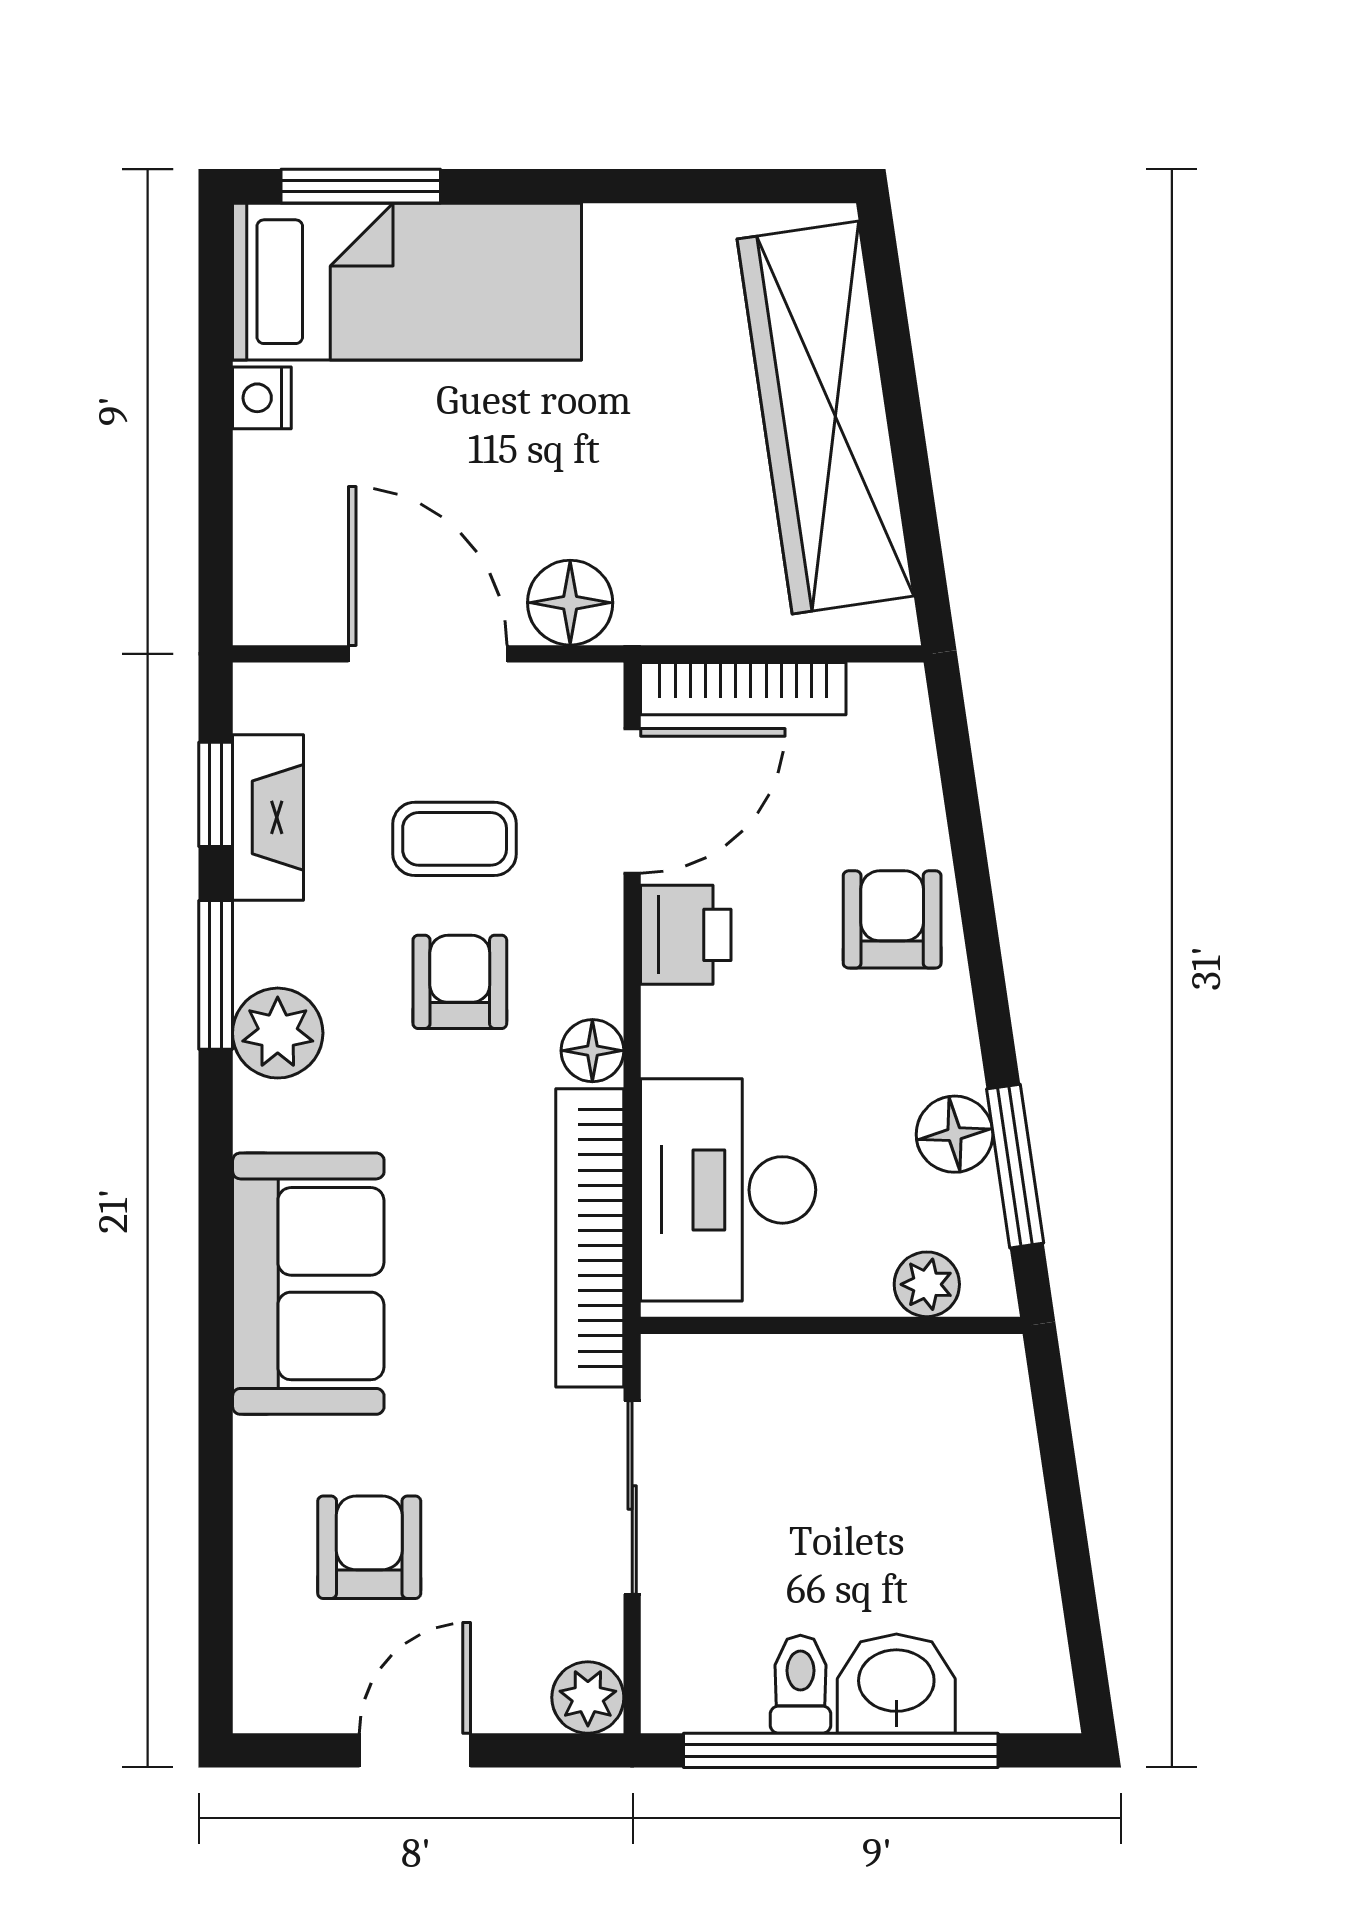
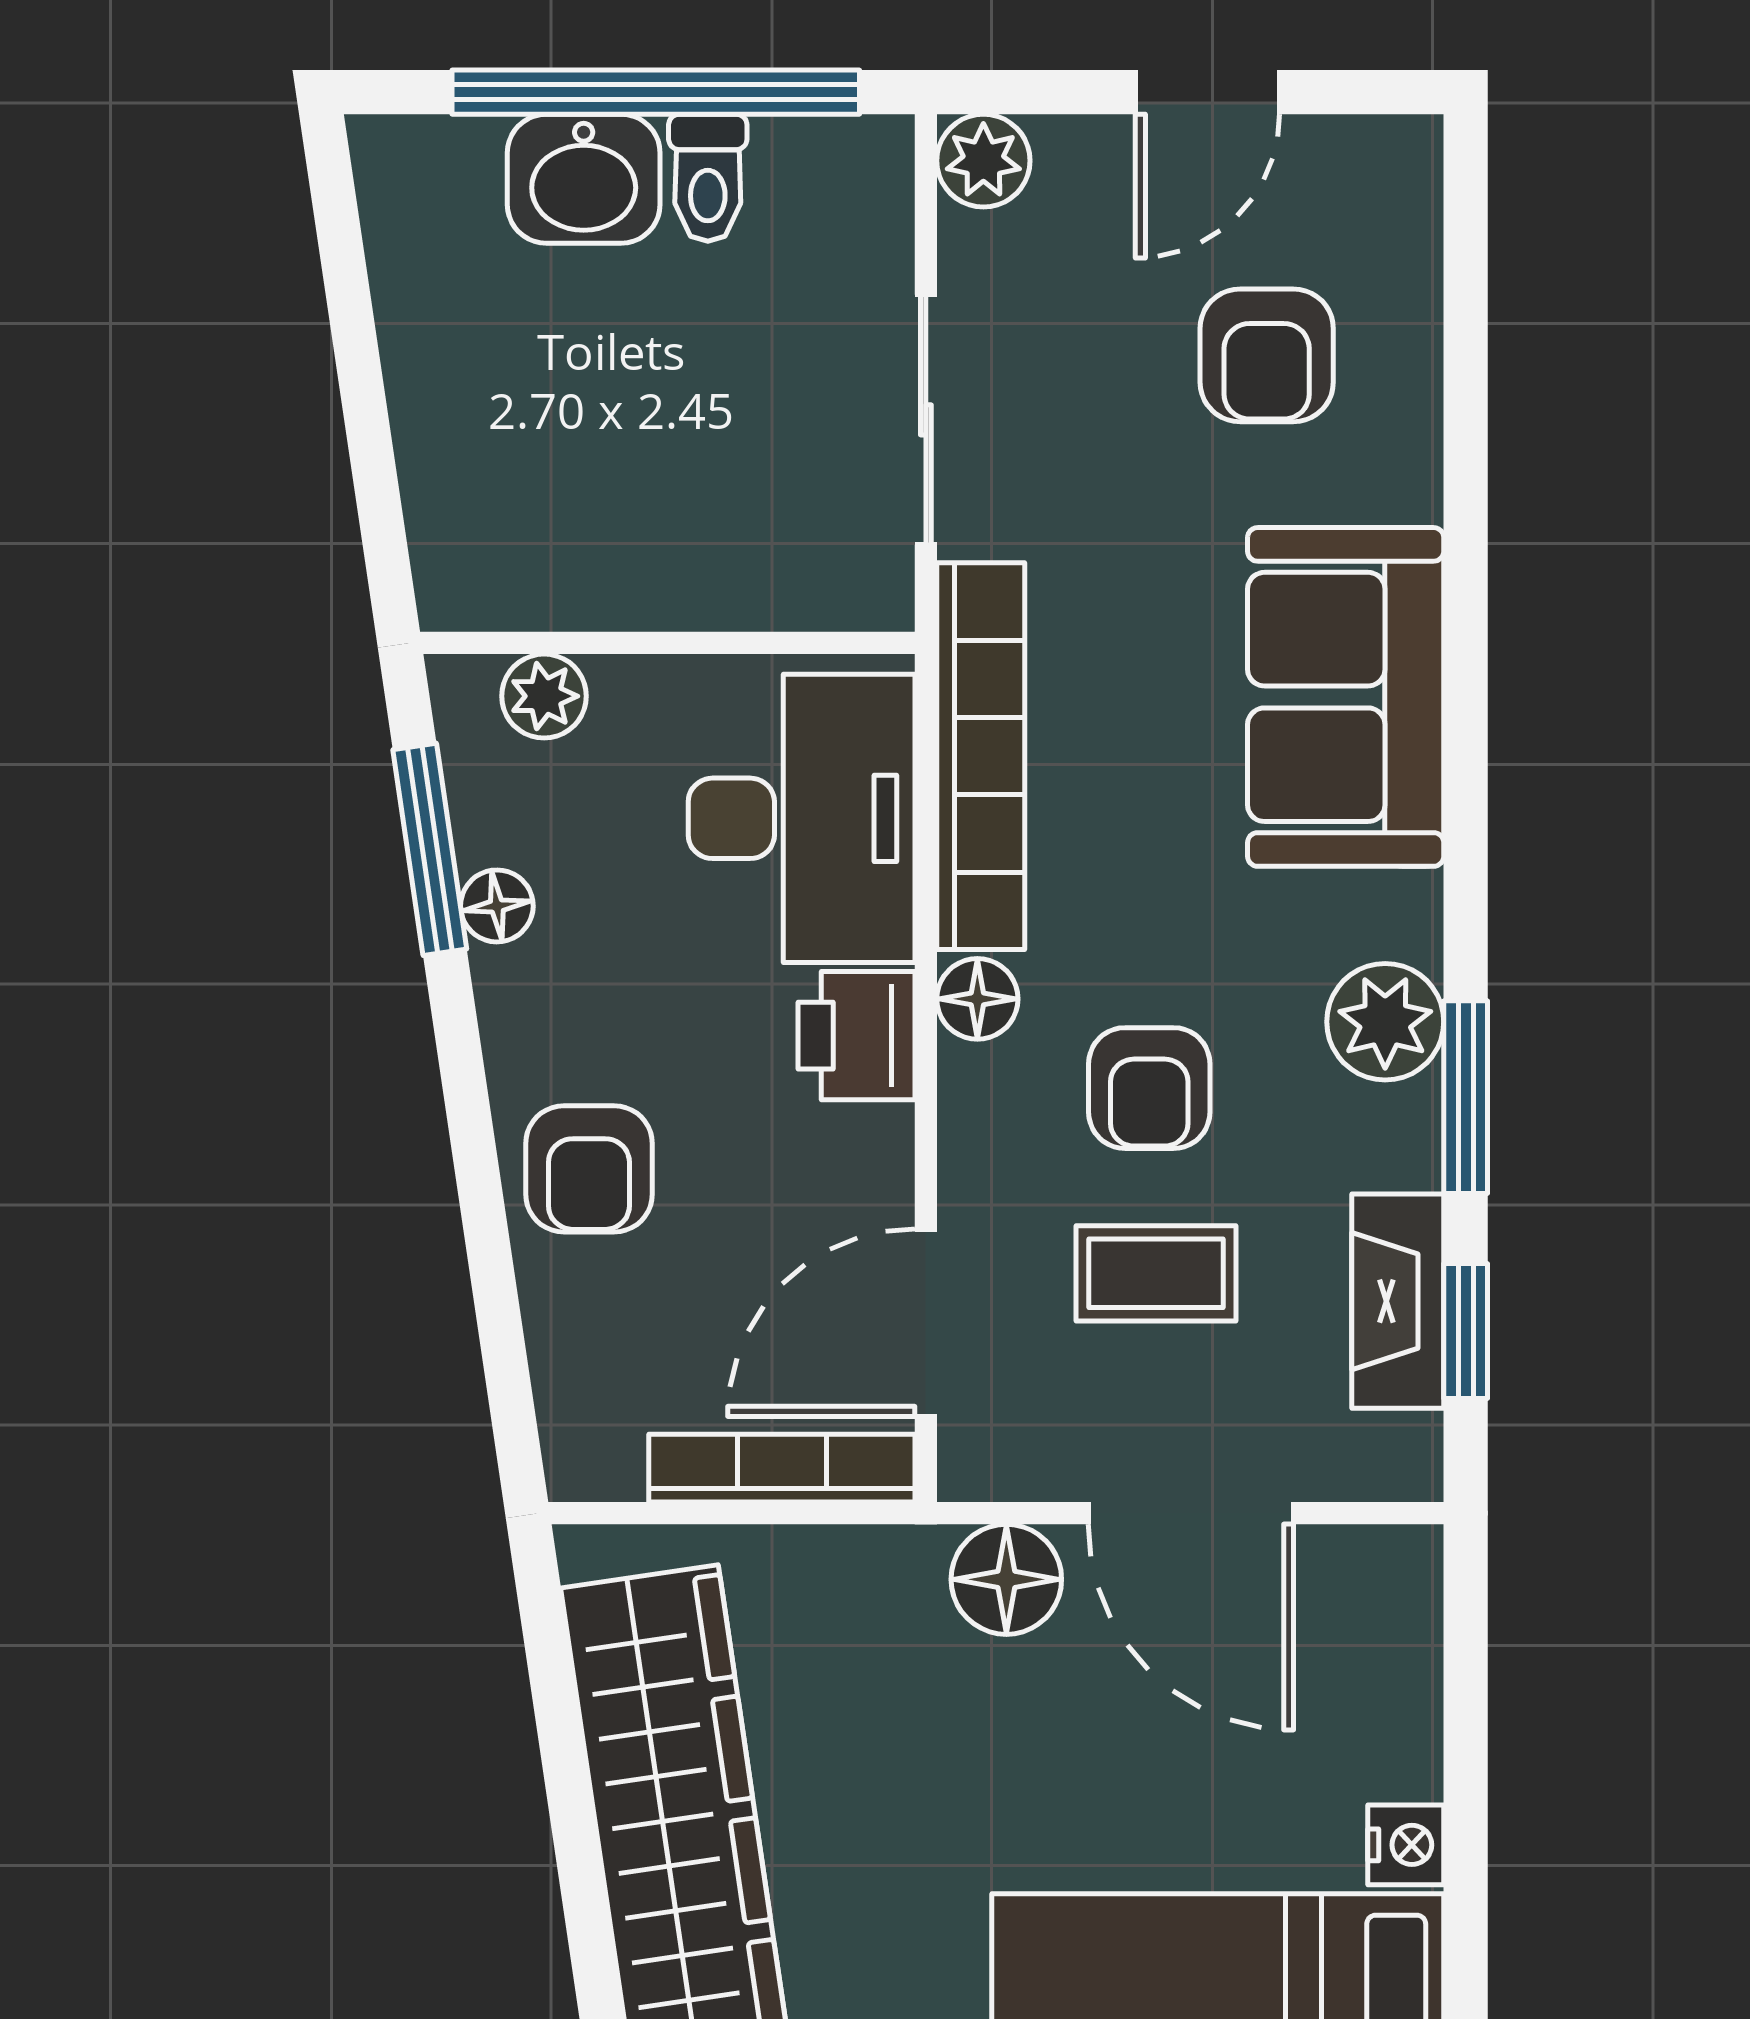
printer: (686, 935) -> (856, 1036), moved
floor lamp: (955, 1134) -> (497, 906), width x0.73, depth x0.73

